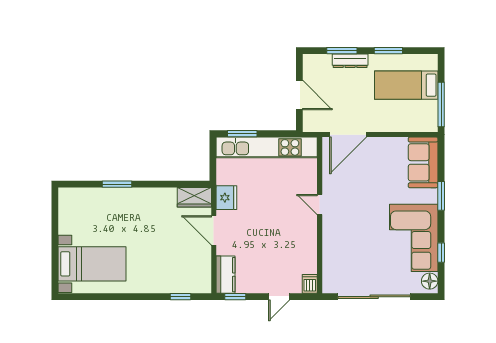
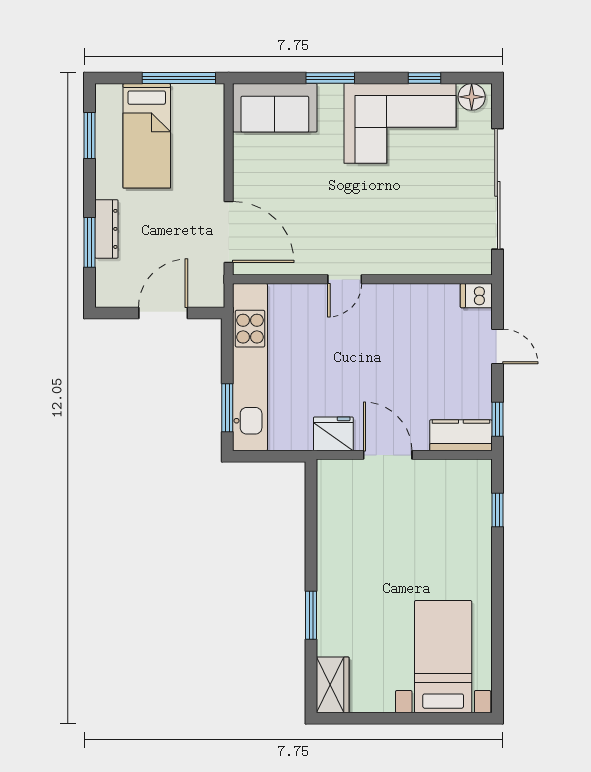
window: (388, 51) -> (90, 136), moved
wardrobe: (194, 197) -> (333, 685), moved
door: (214, 230) -> (388, 455), swing flipped

